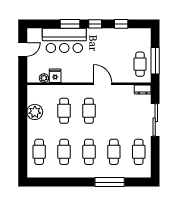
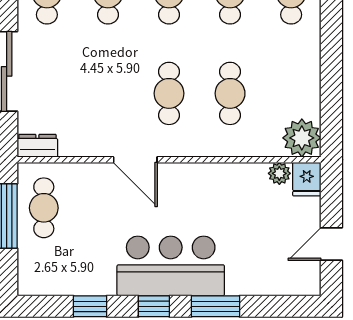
bar counter: (64, 40) -> (171, 266), moved
fridge: (55, 76) -> (307, 179), moved
plant: (35, 112) -> (302, 138), moved

